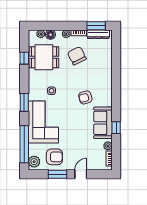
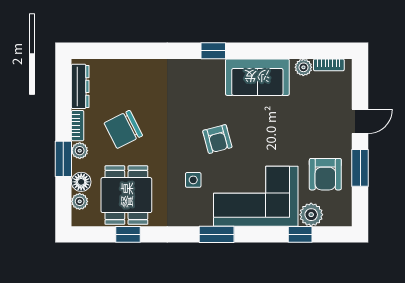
window: (96, 26) -> (63, 159), moved
armchair: (85, 97) -> (217, 139), moved
window: (116, 128) -> (213, 51), moved
window: (24, 144) -> (300, 234), width x0.32
armchair: (54, 157) -> (325, 174), turned 180
plant: (34, 162) -> (311, 215), moved
door: (81, 174) -> (360, 121), swing flipped

